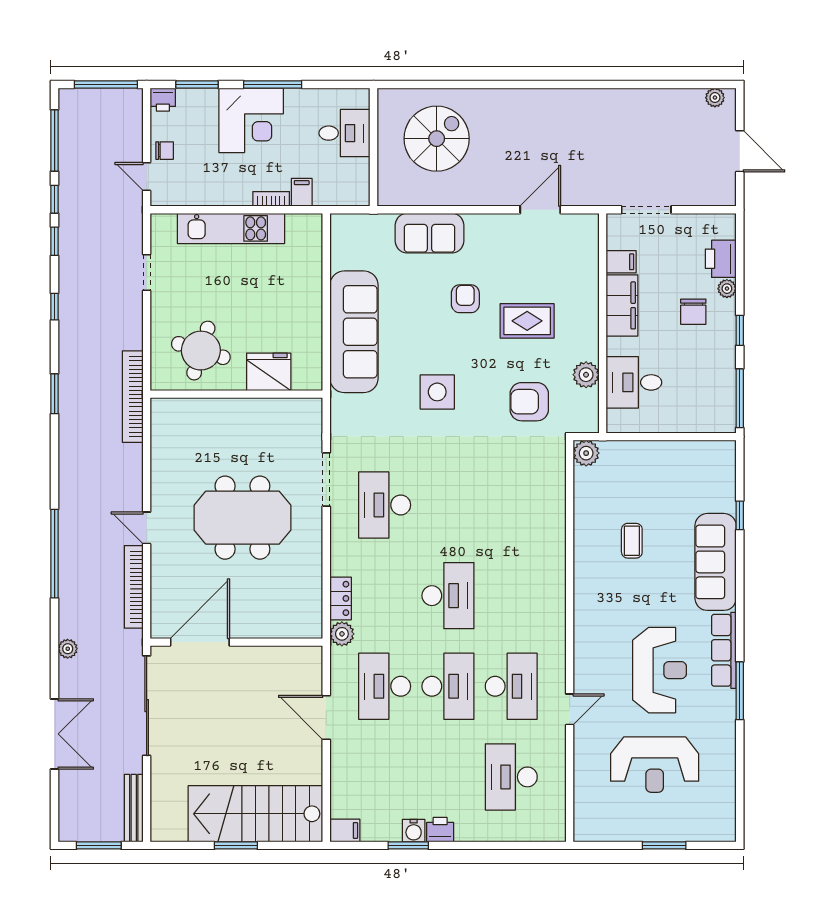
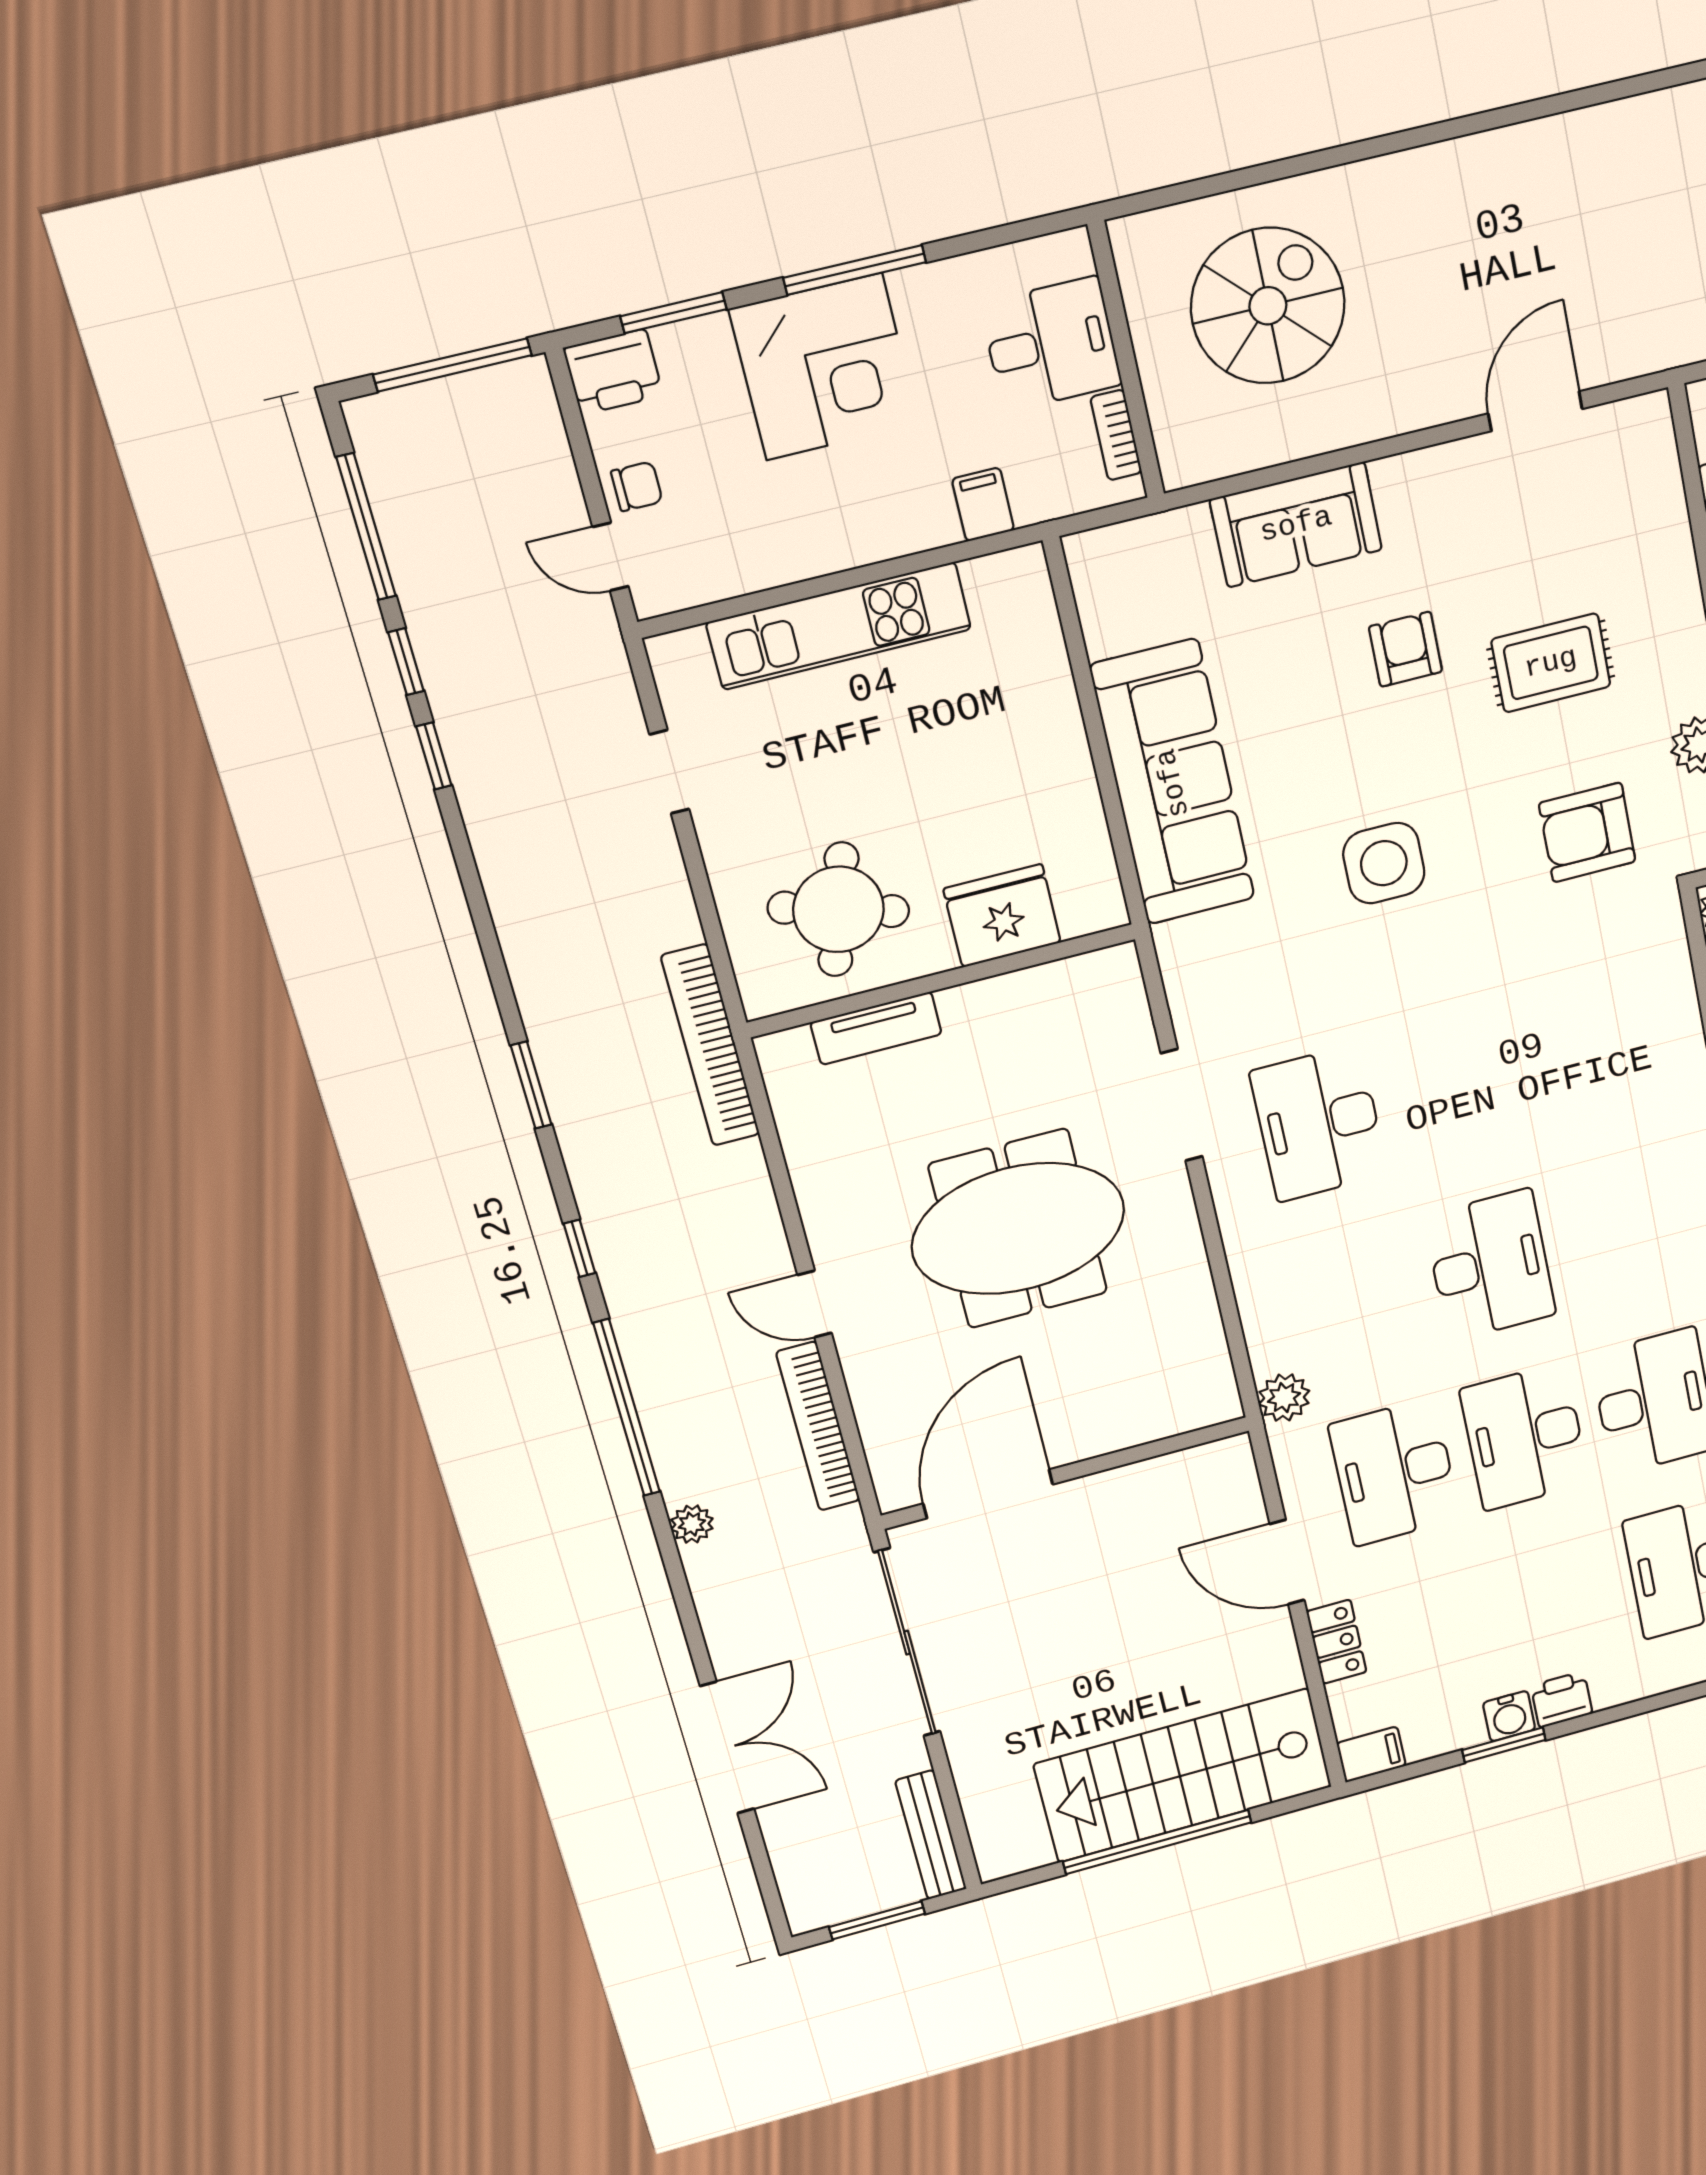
printer: (163, 100) -> (613, 372), width x1.36, depth x1.24
bookcase: (271, 199) -> (1116, 435), moved, turned -90
window: (55, 307) -> (579, 1248), moved
tv unit: (204, 408) -> (876, 1028), added
locker: (341, 598) -> (1337, 1642), moved
plant: (68, 649) -> (692, 1524), moved
desk: (448, 686) -> (1525, 1436), turned 180
window: (236, 845) -> (1157, 1842), width x2.11

